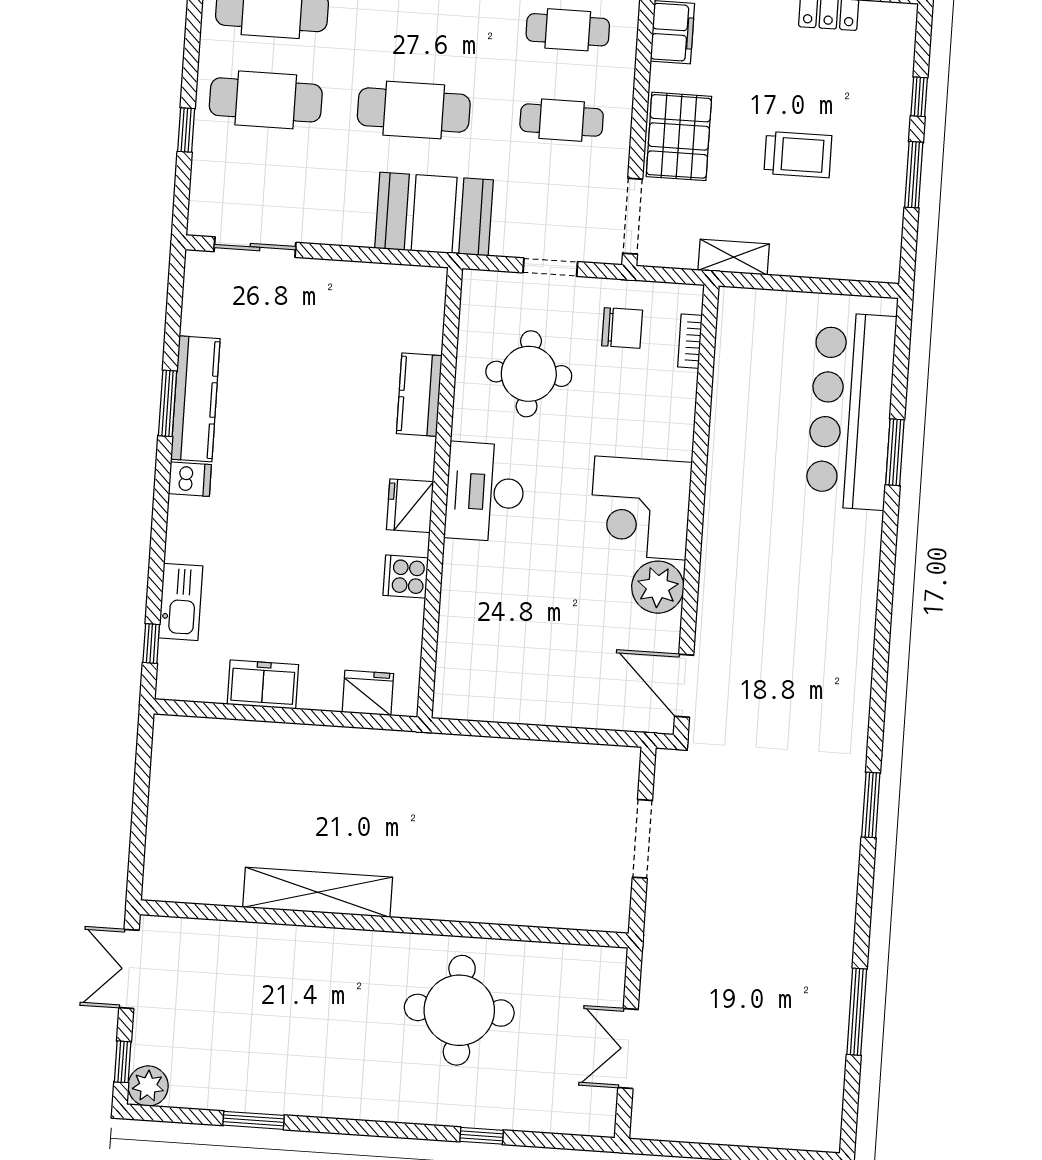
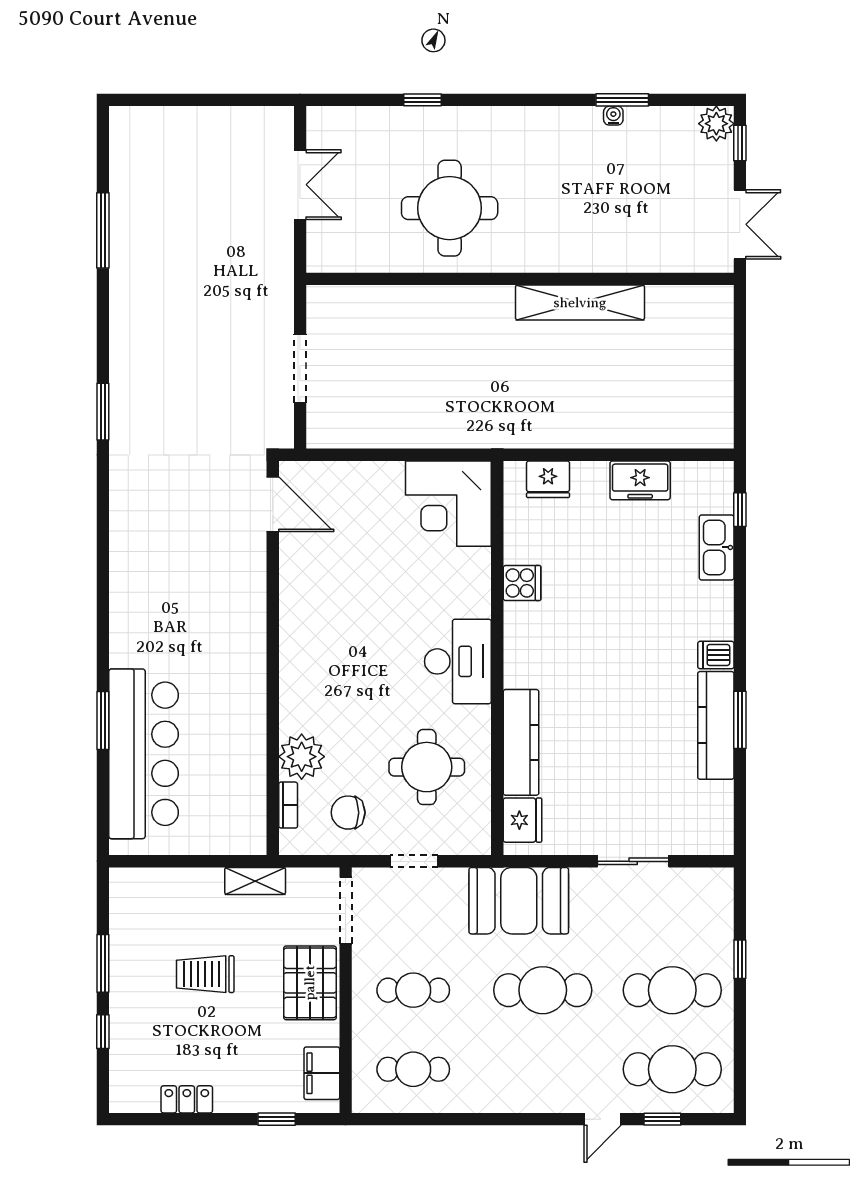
sliding door: (255, 247) -> (633, 861), moved
kitchen counter: (419, 395) -> (521, 742), width x1.50
fridge: (410, 506) -> (522, 820), moved
corner desk: (640, 508) -> (448, 504), moved, turned 180
plant: (658, 587) -> (302, 757), moved
water cooler: (265, 1103) -> (613, 116), added

